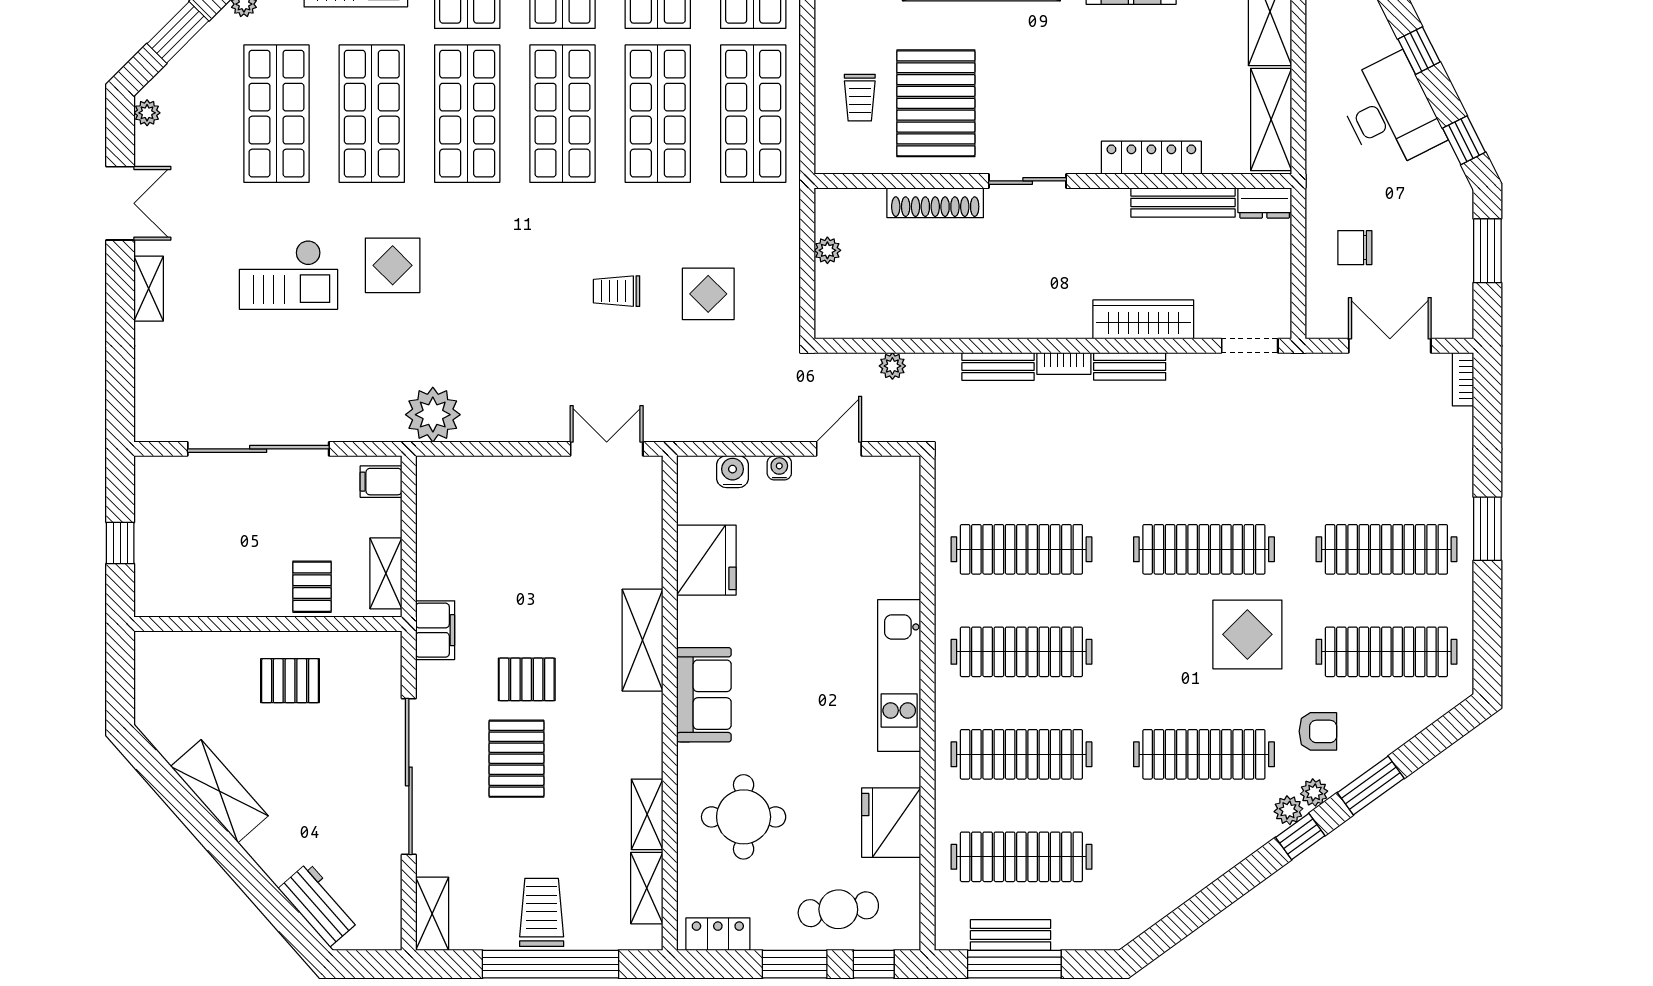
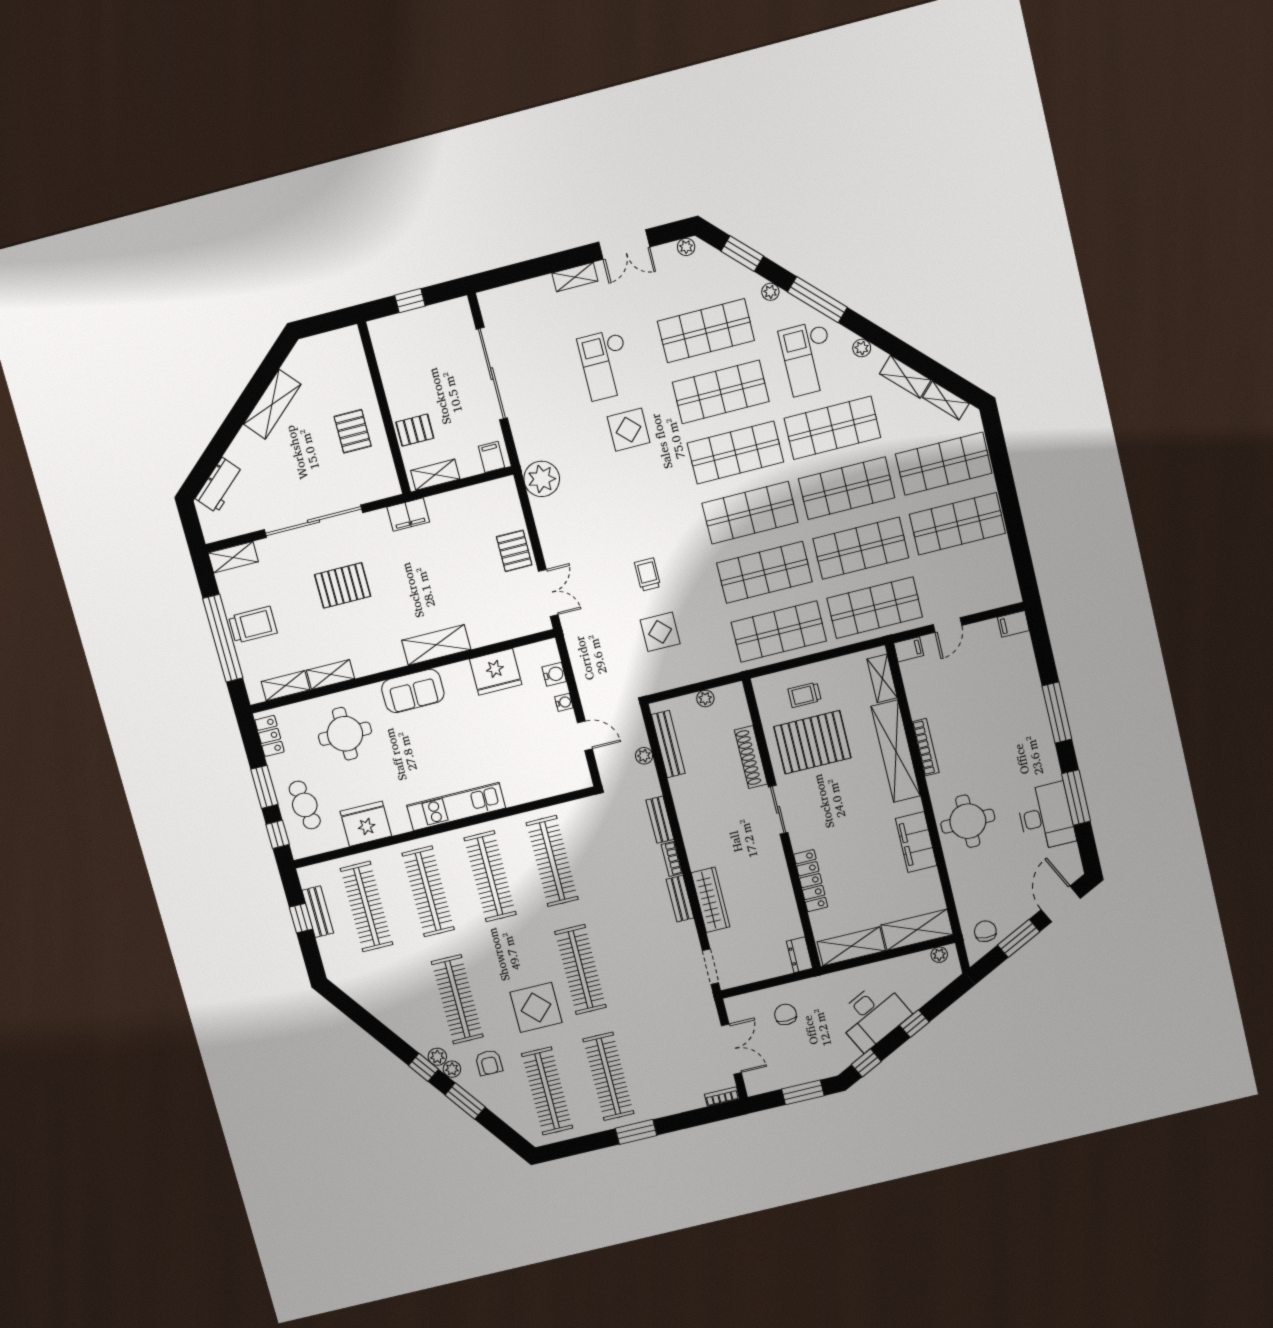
bench: (1183, 202) -> (668, 744), moved
pallet: (527, 679) -> (514, 551), moved
window: (1014, 964) -> (301, 918), width x0.46

